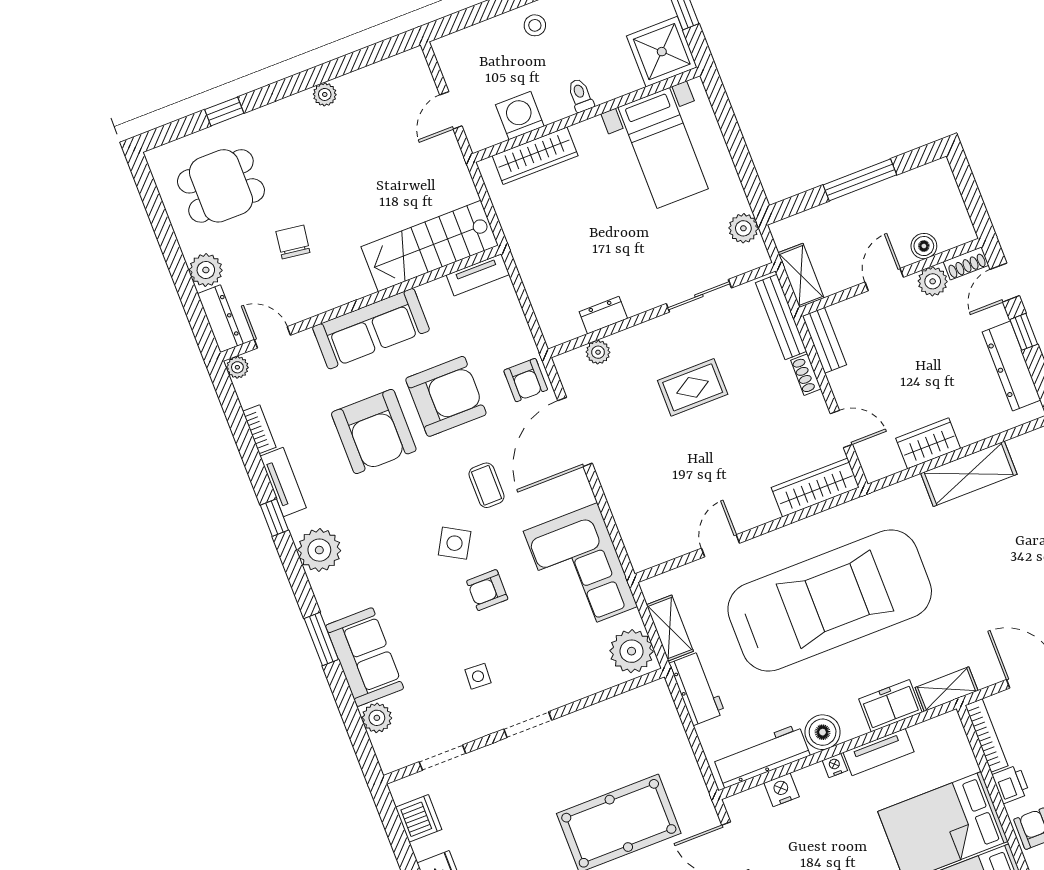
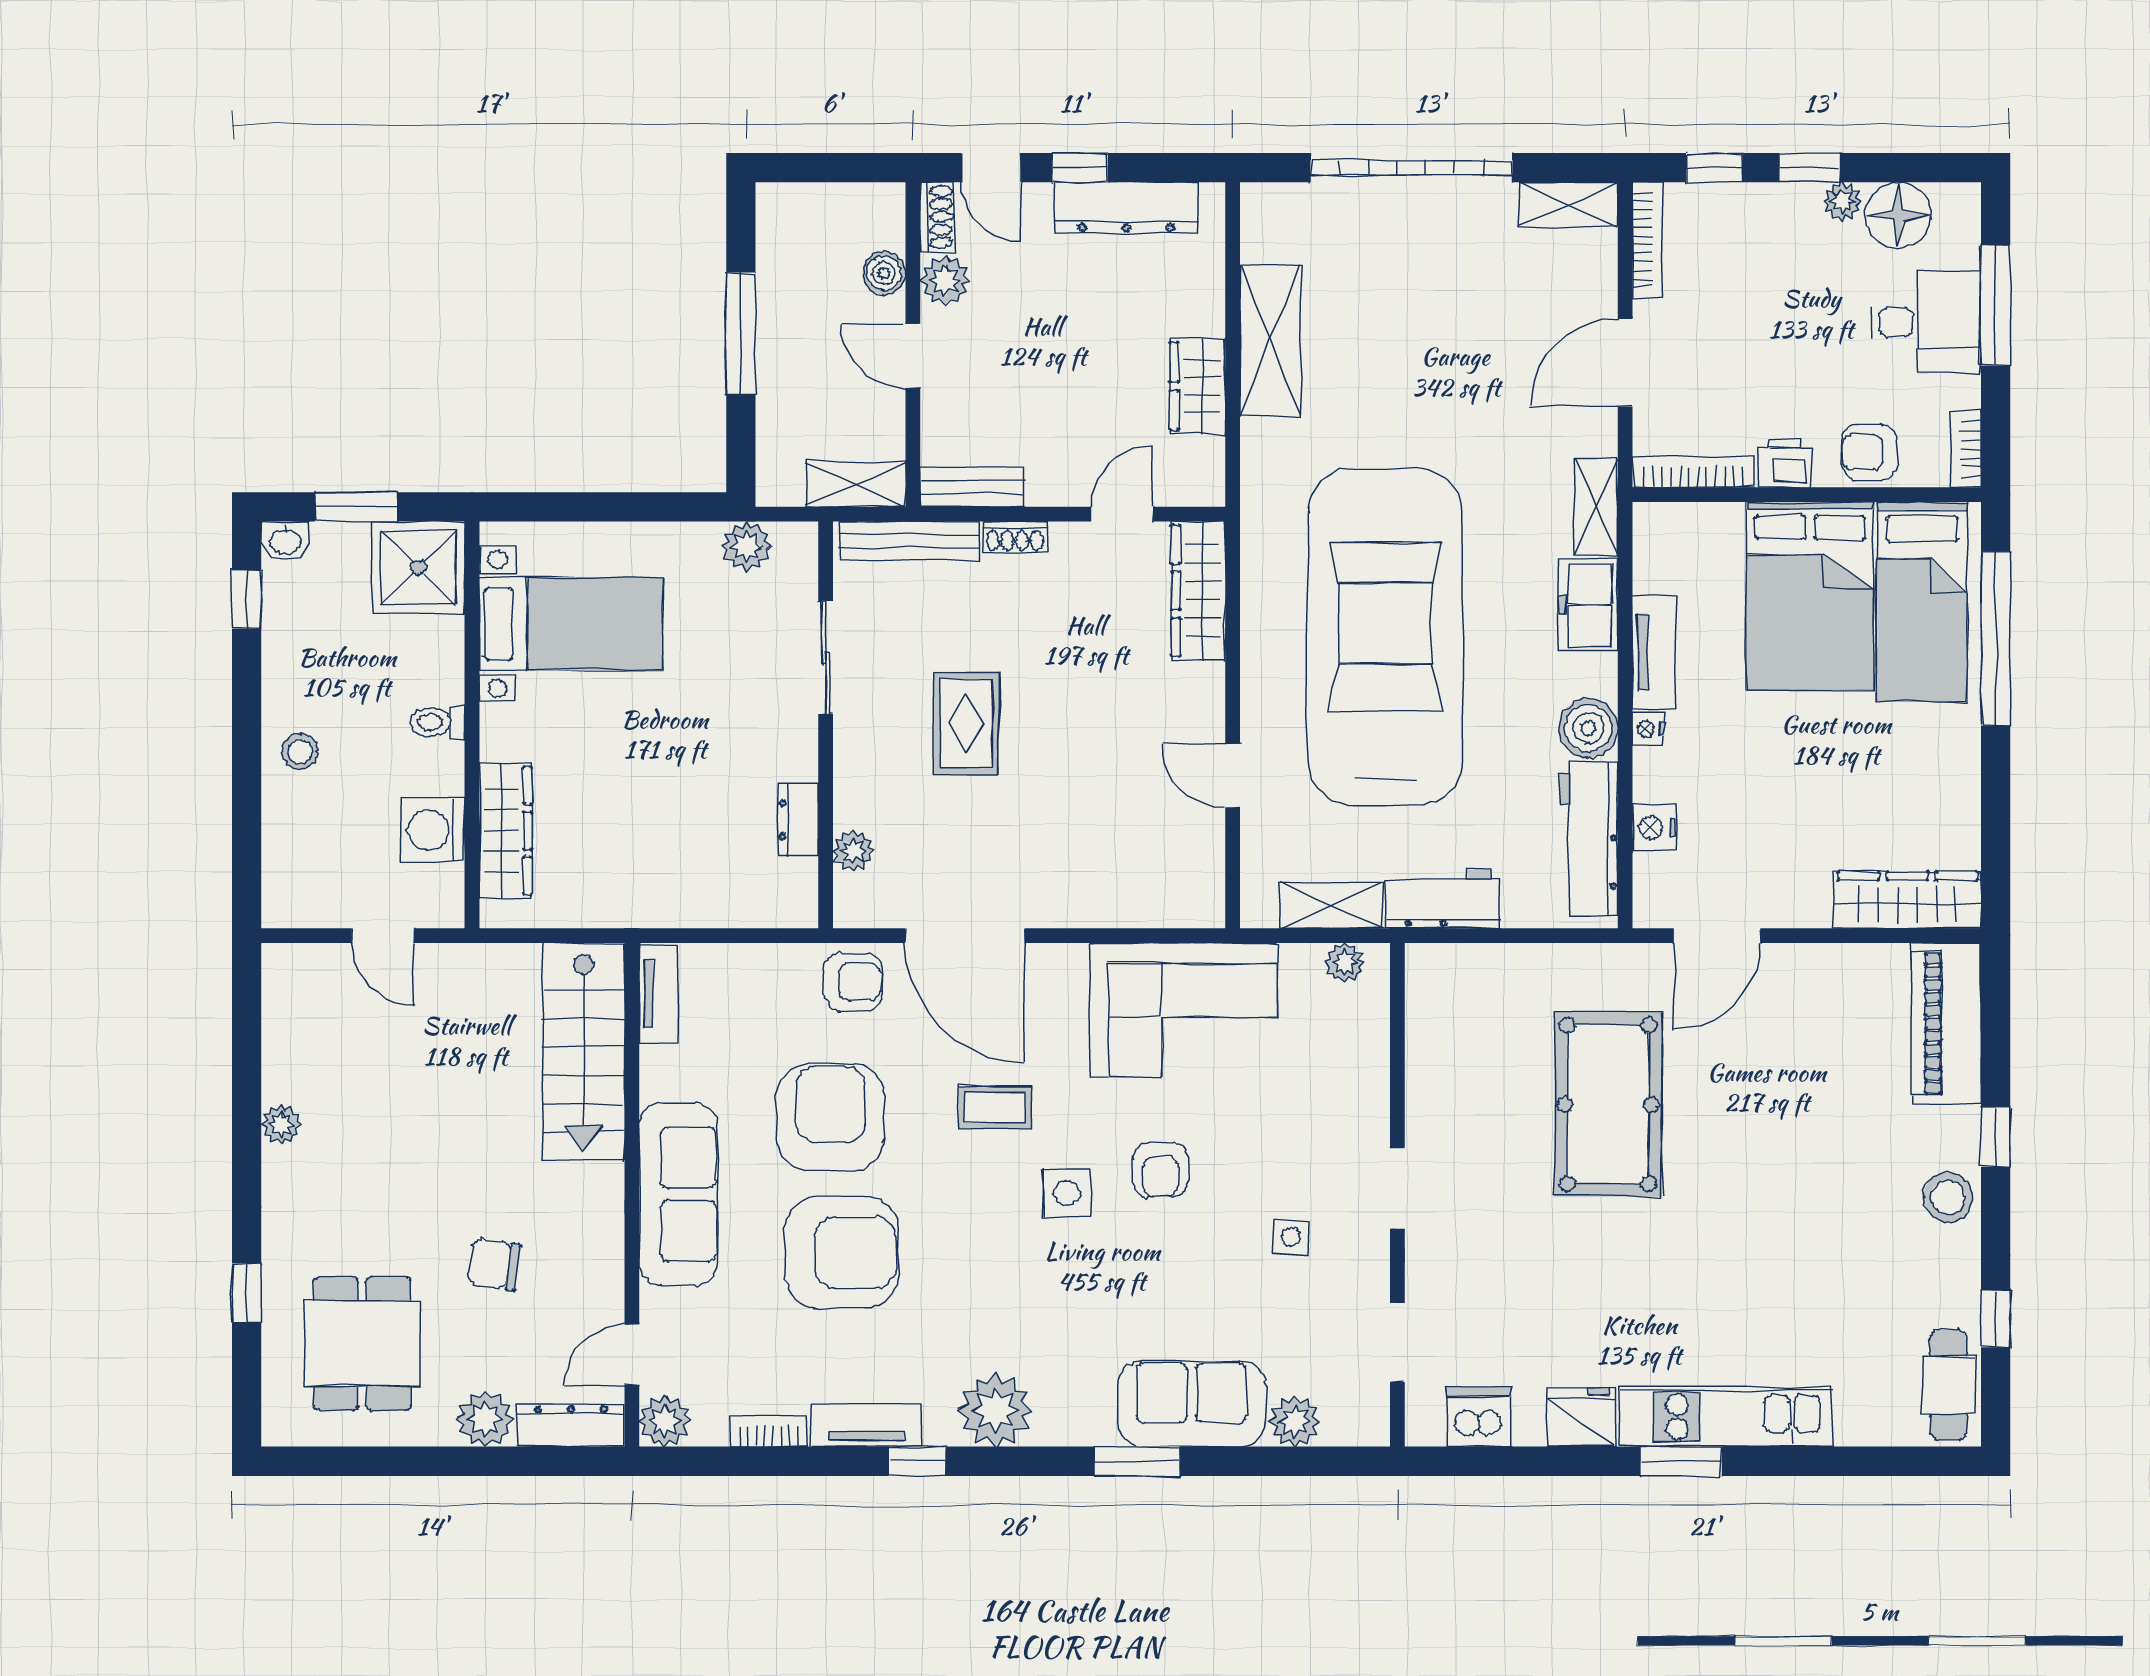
plant: (237, 367) -> (665, 1421), width x1.38, depth x1.38
side table: (455, 543) -> (1067, 1193), turned -30
plant: (632, 651) -> (1345, 963), width x0.53, depth x0.53

